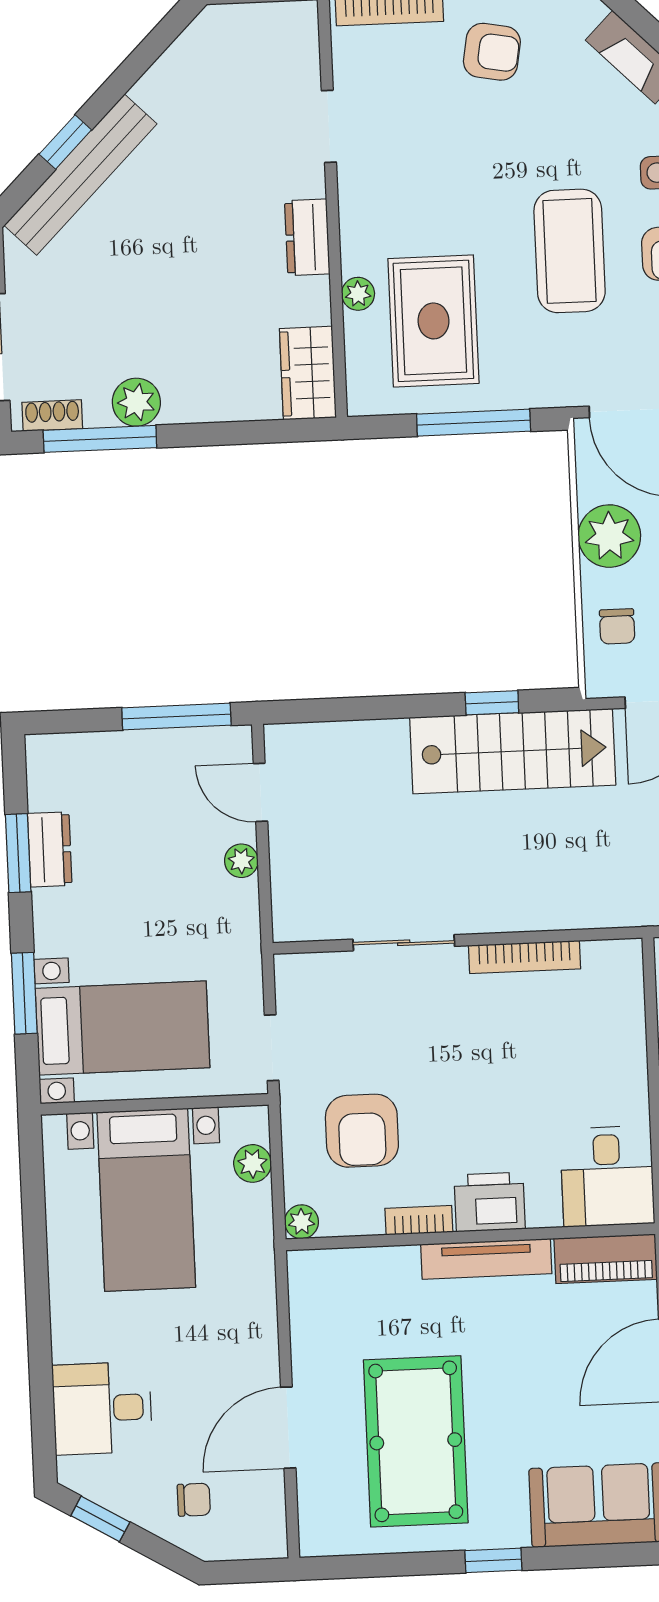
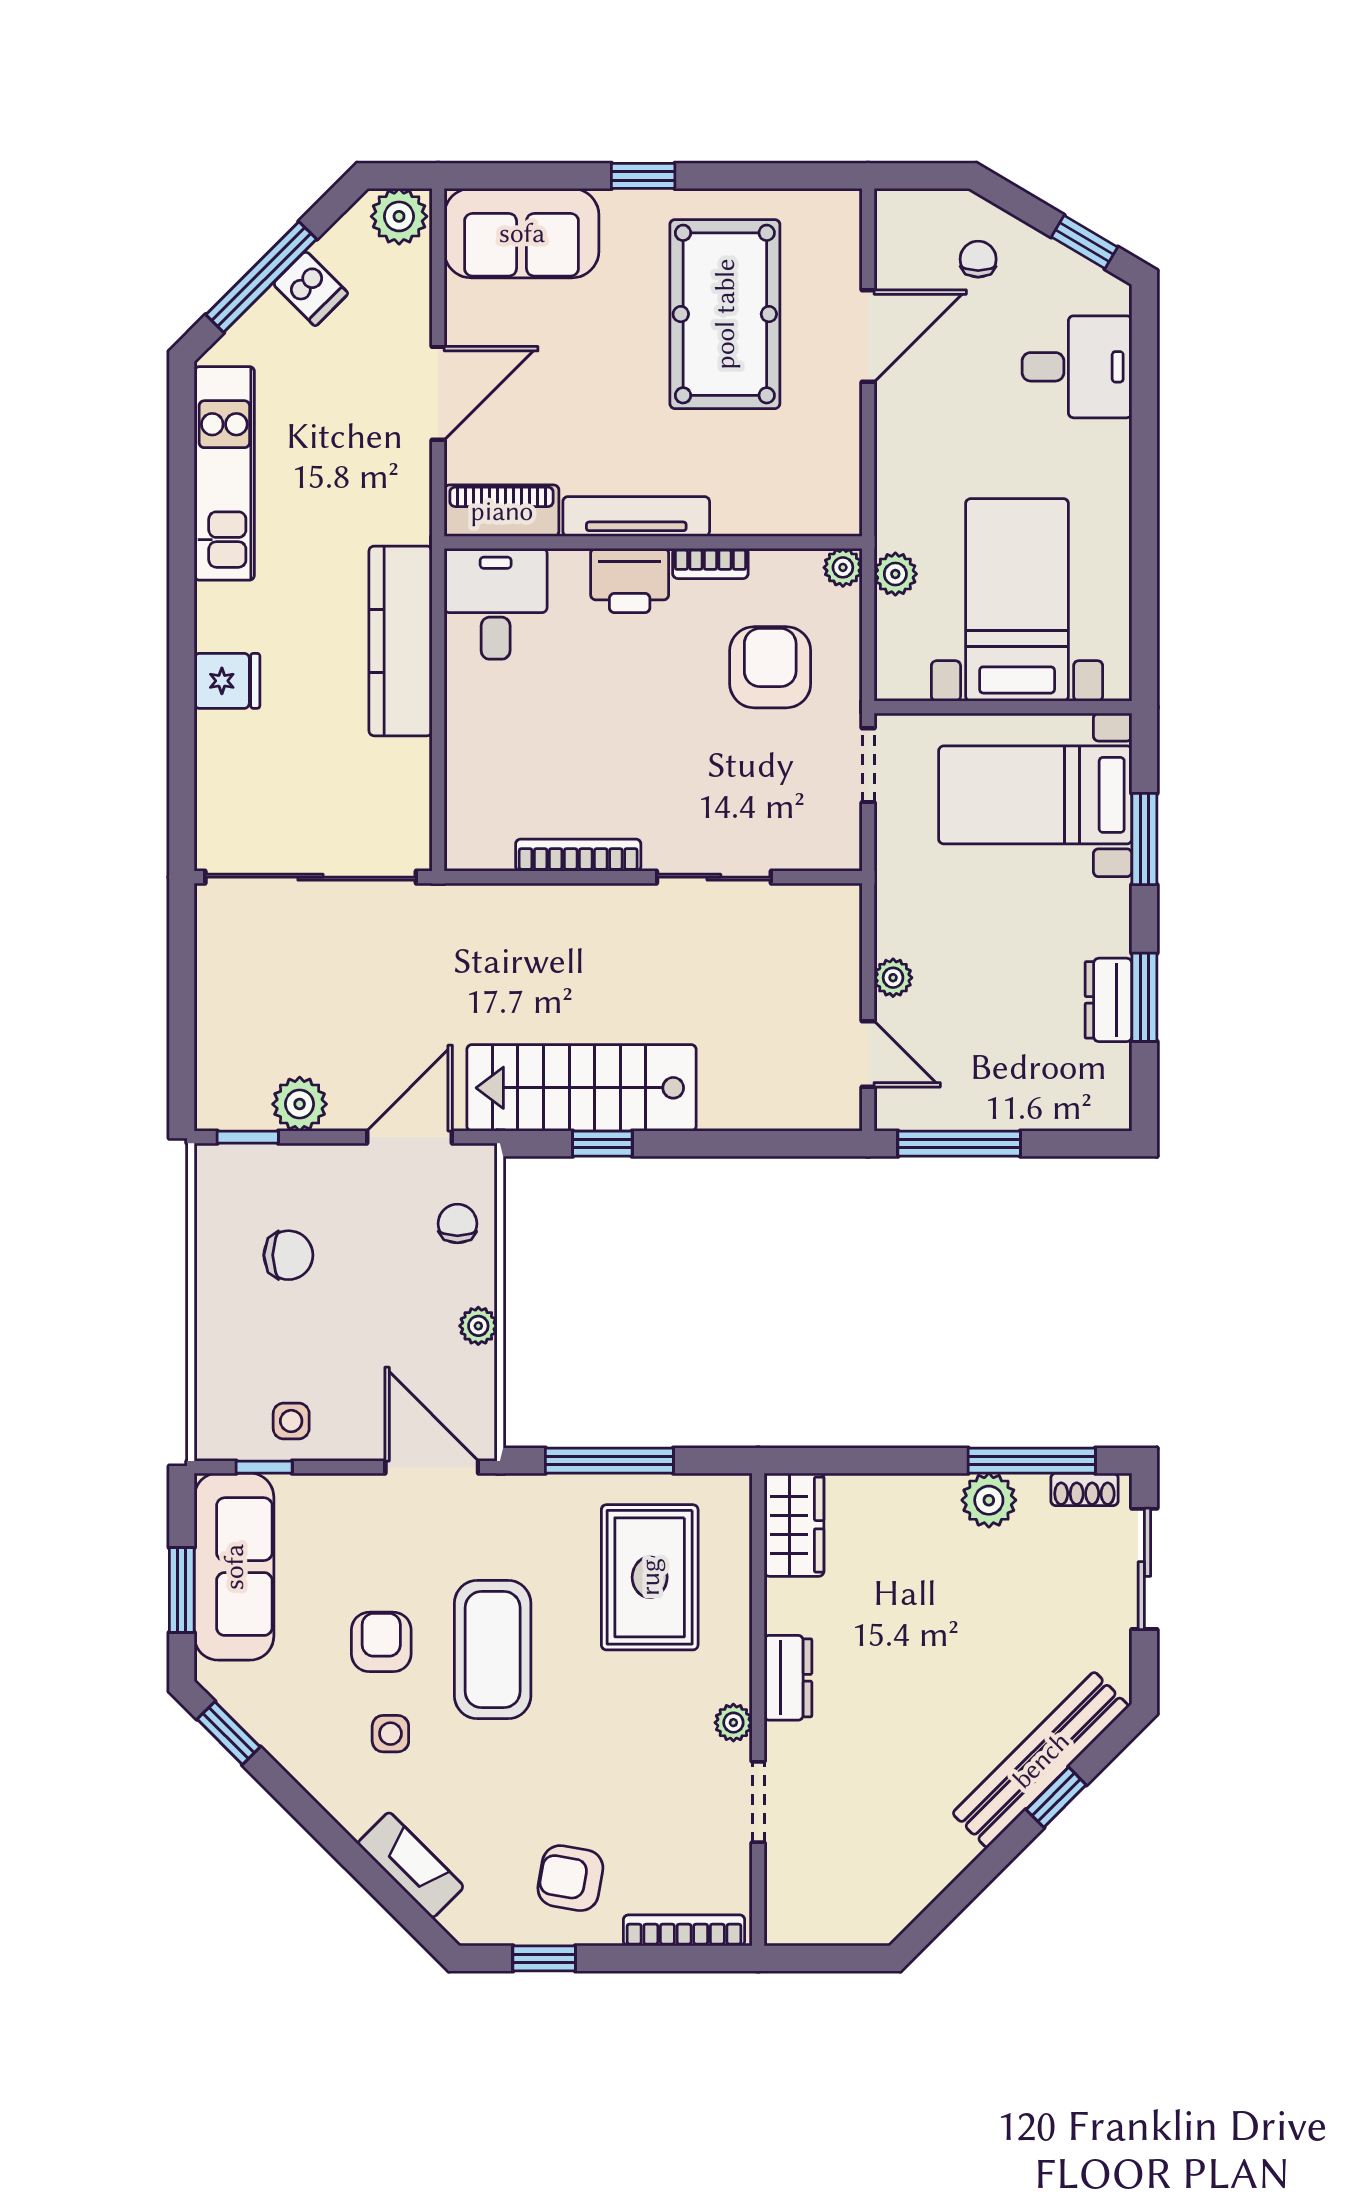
plant: (358, 294) -> (733, 1723), moved
plant: (609, 536) -> (478, 1326), width x0.53, depth x0.53
plant: (252, 1163) -> (895, 574), moved
chair: (194, 1500) -> (978, 259), turned 90

